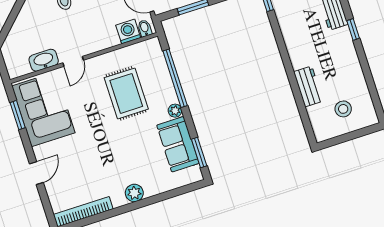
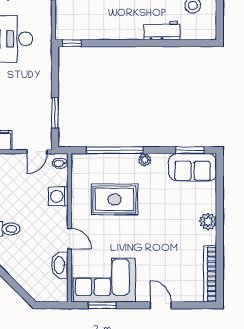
washing machine: (128, 31) -> (58, 196), moved
sofa: (178, 144) -> (193, 167), moved

